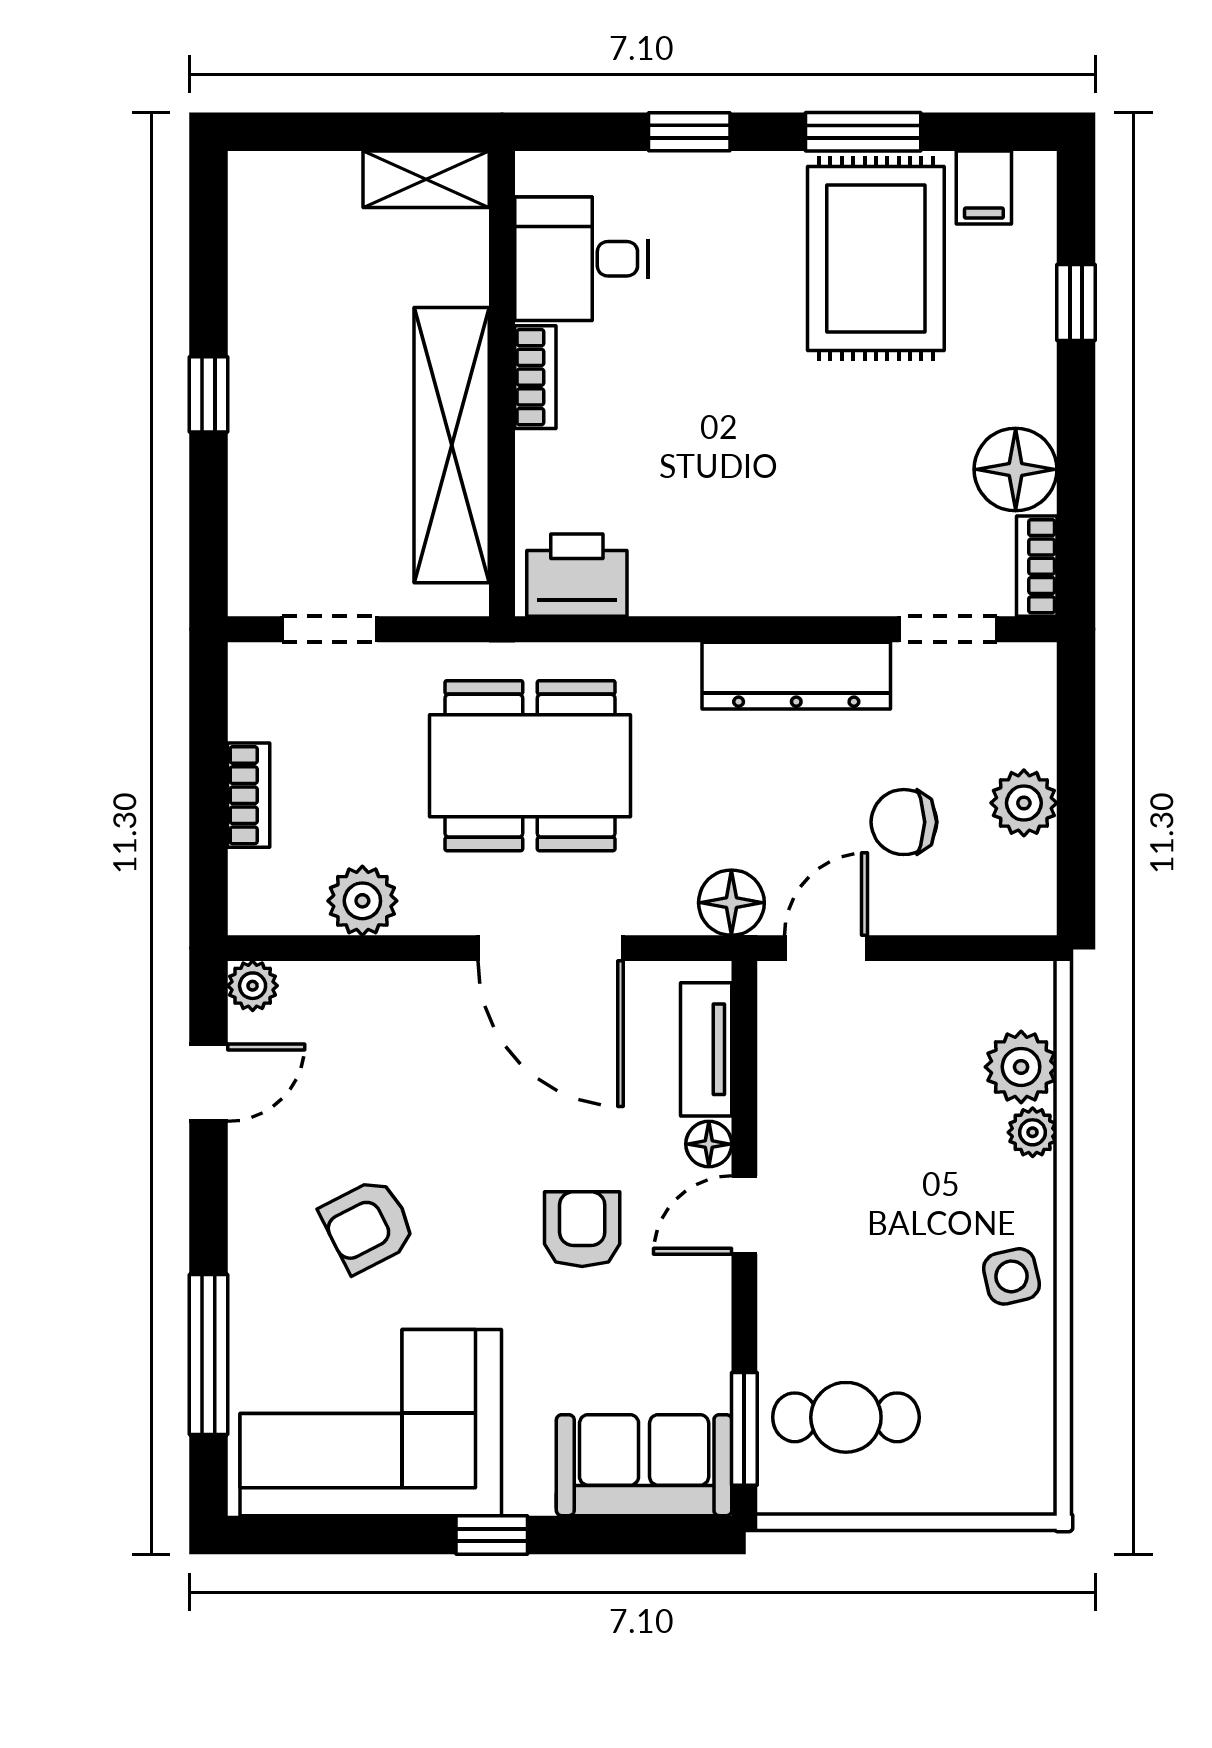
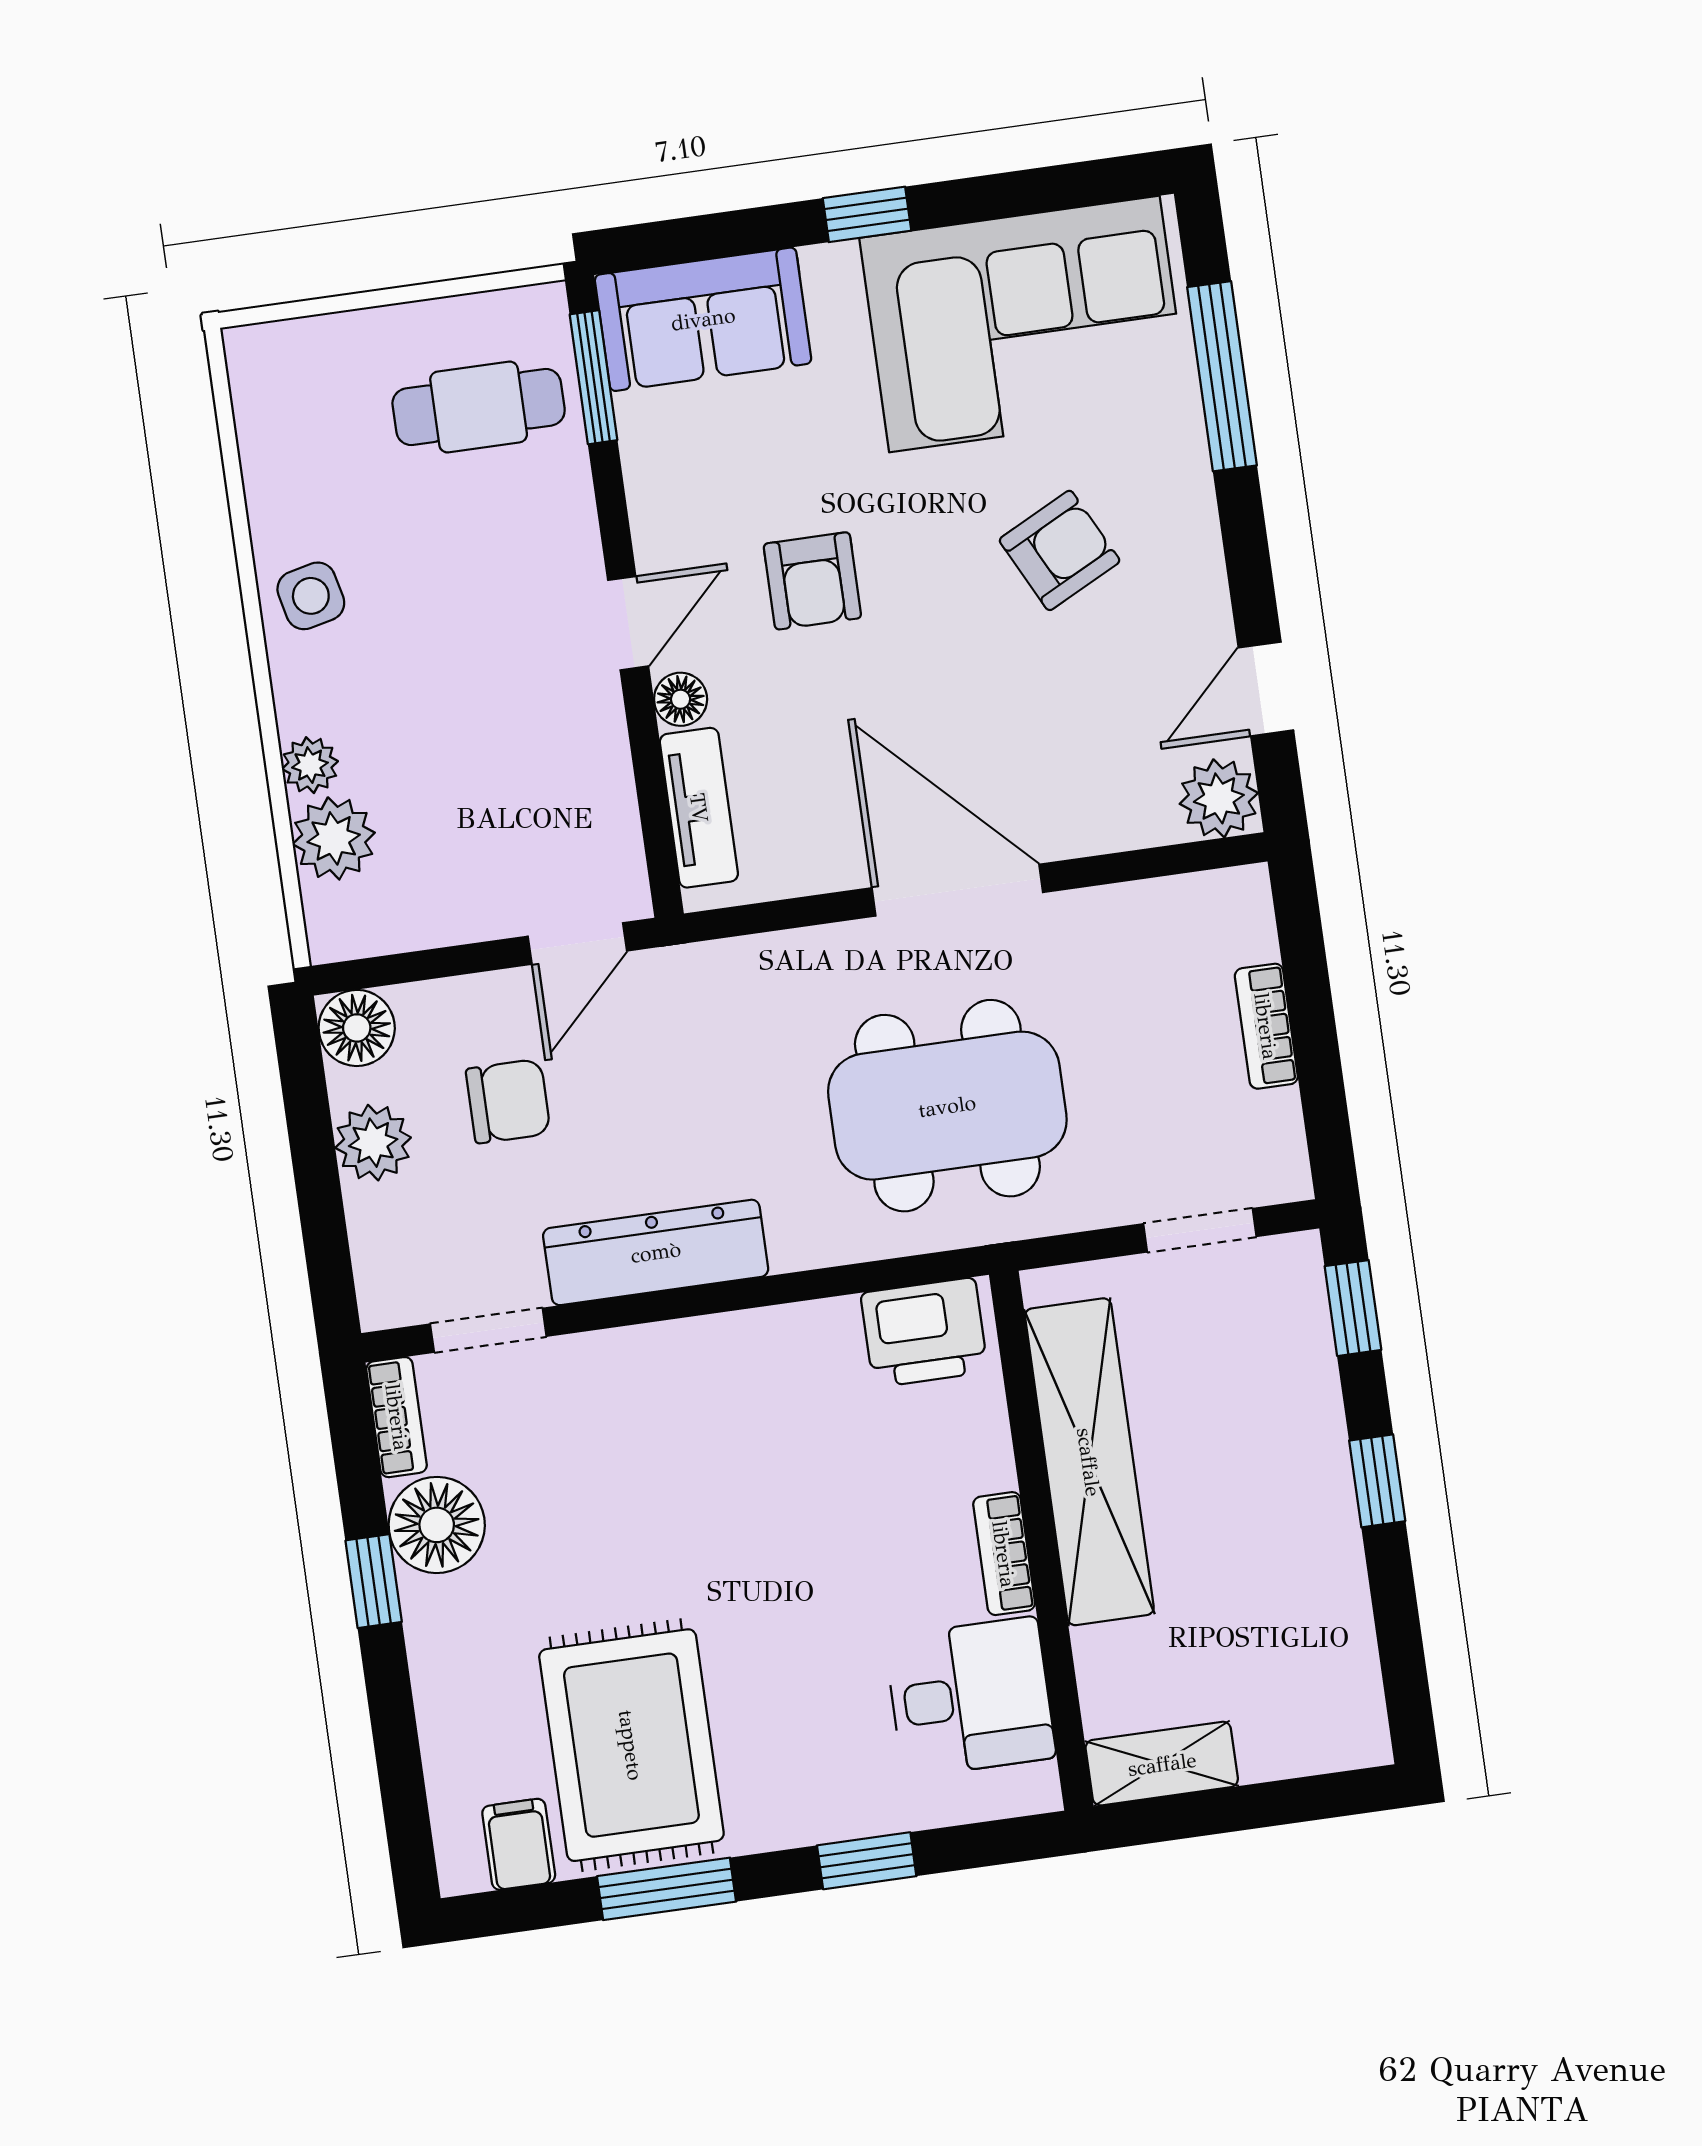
window: (1076, 303) -> (374, 1581), moved
window: (209, 545) -> (1353, 1308), added
plant: (362, 901) -> (1118, 923), removed
floor lamp: (731, 903) -> (357, 1028), moved
door: (551, 948) -> (957, 890), moved
plant: (253, 986) -> (1219, 798), width x1.38, depth x1.38

